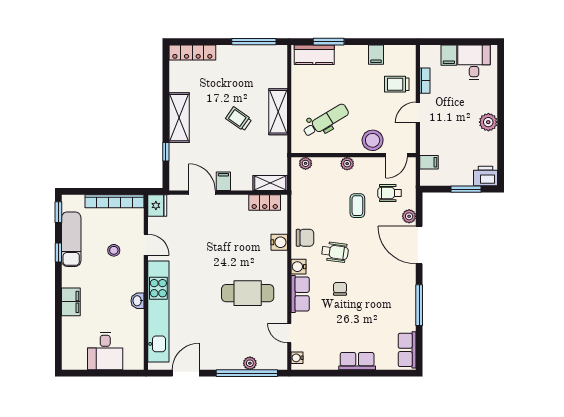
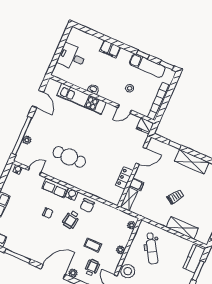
shelving: (278, 112) -> (182, 228), moved
filing cabinet: (223, 181) -> (137, 184), moved
locker: (265, 203) -> (124, 178), moved
water cooler: (279, 242) -> (91, 189), removed
cafe table: (248, 293) -> (69, 157), turned 90
kitchen unit: (158, 311) -> (82, 99), width x0.73

